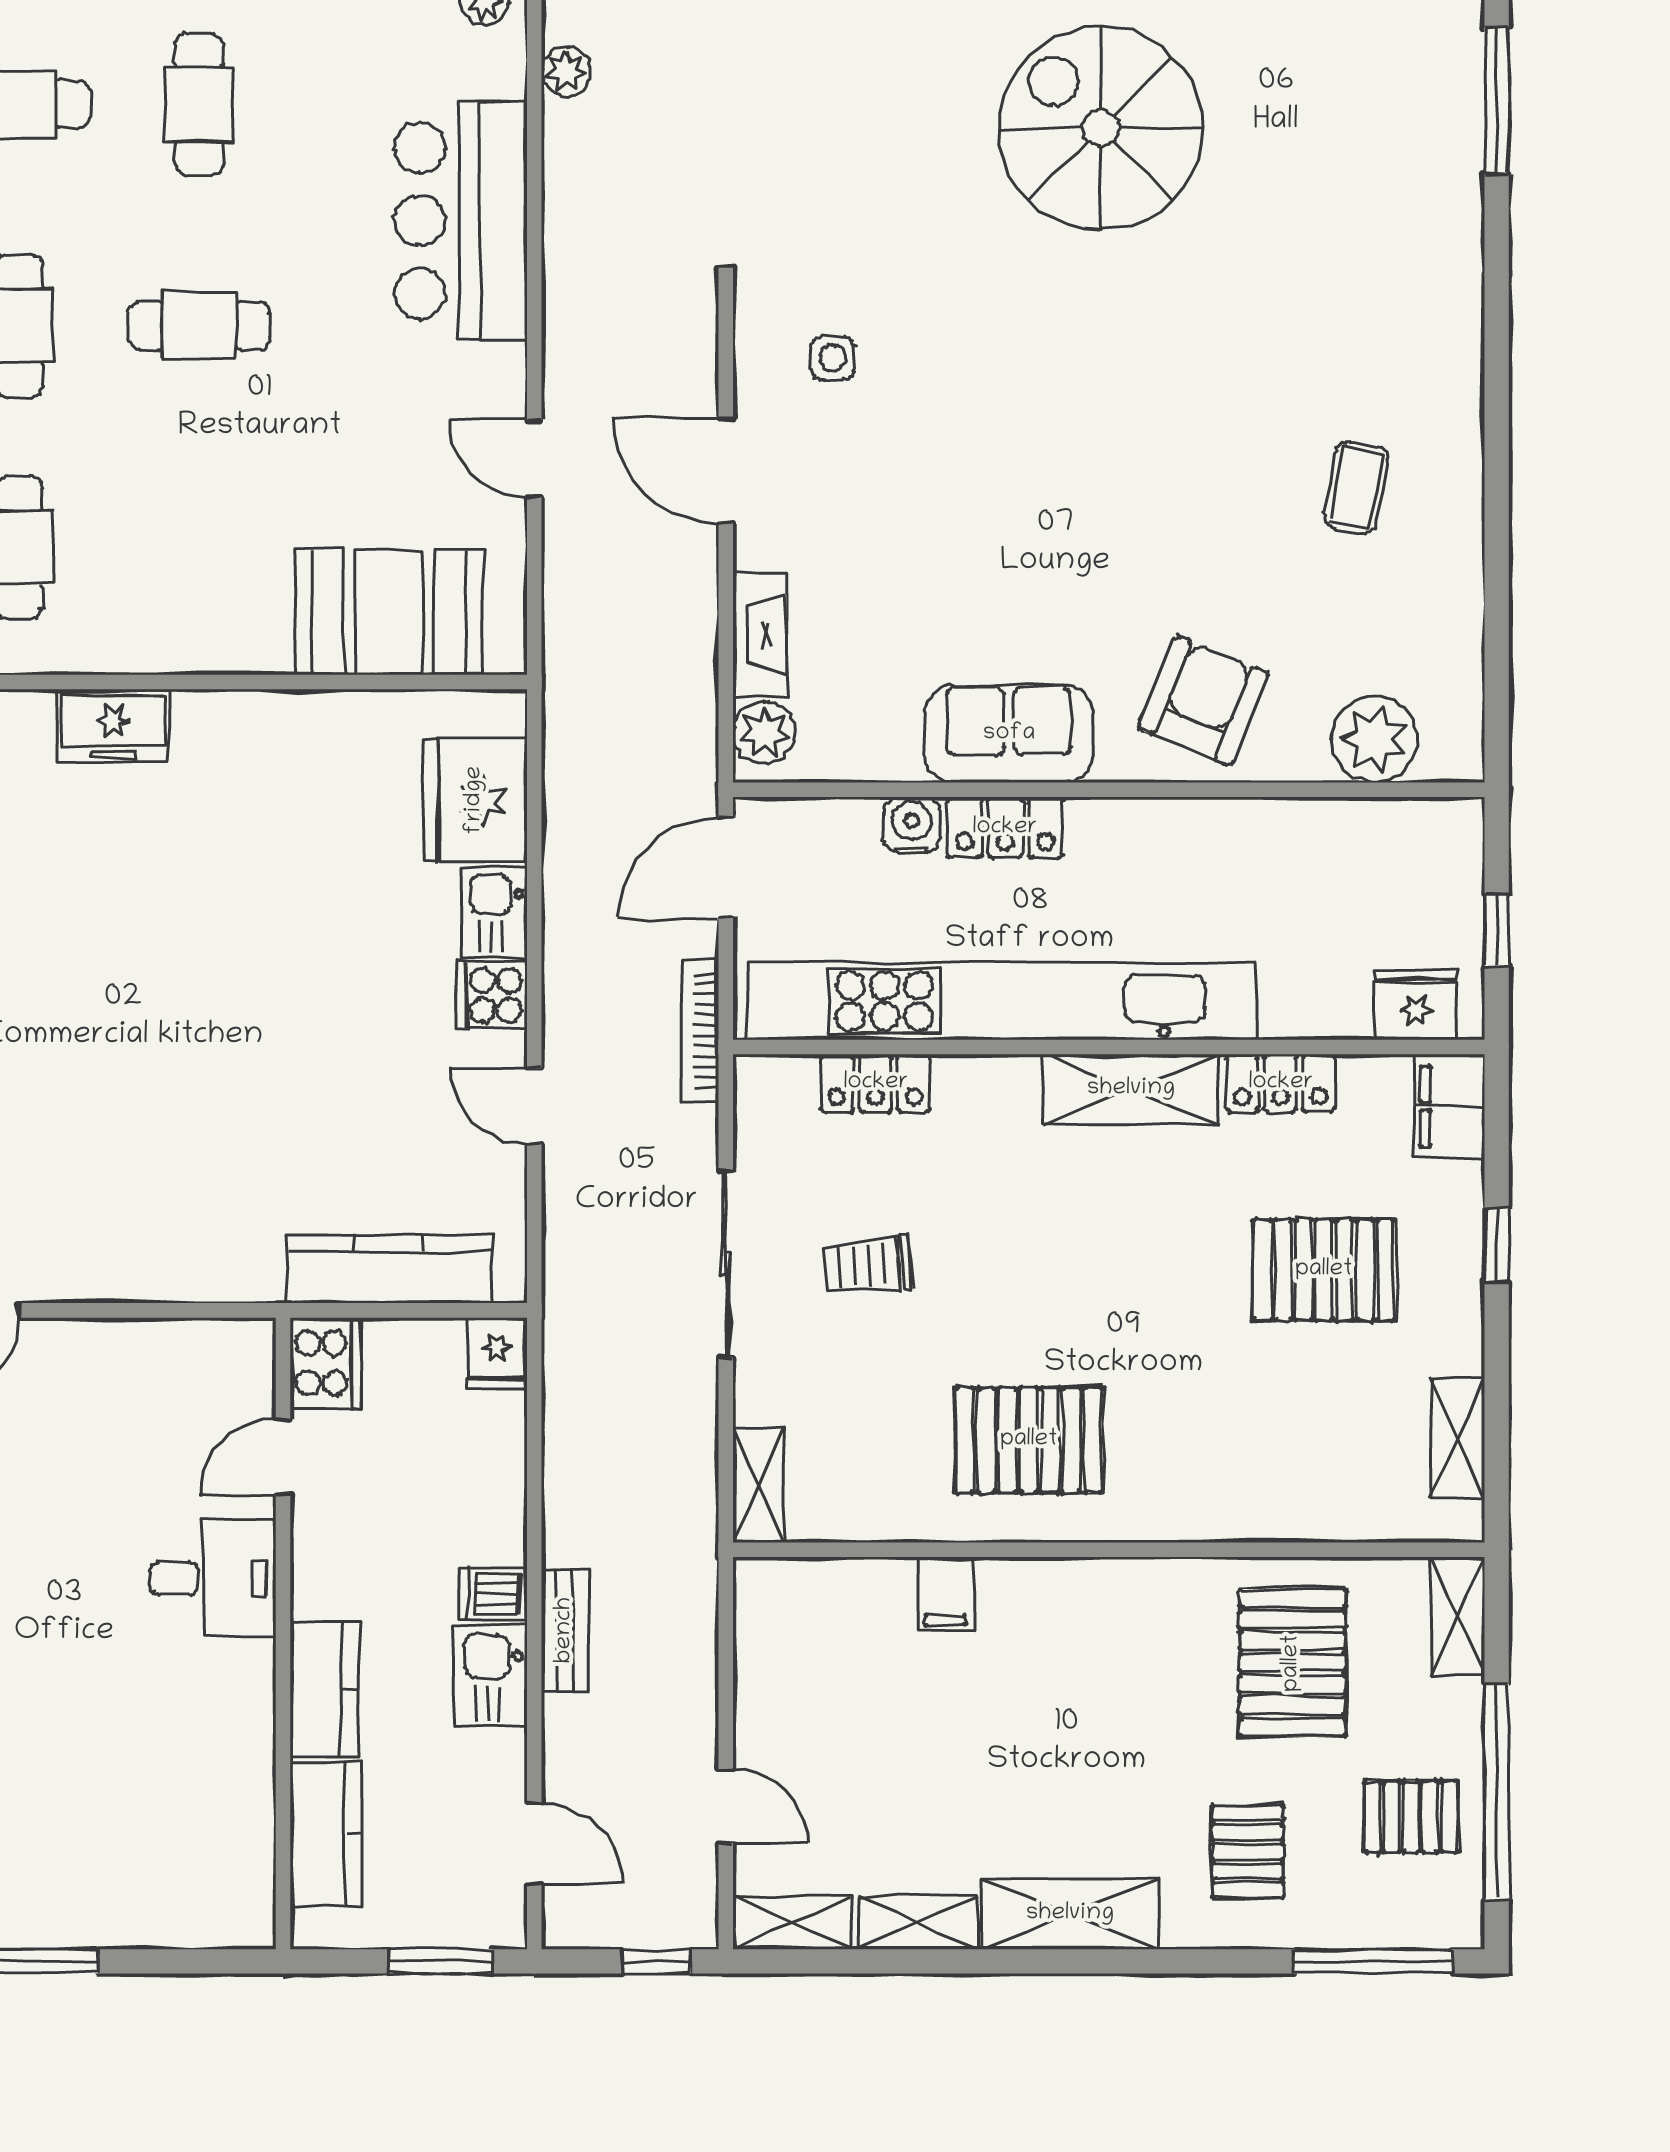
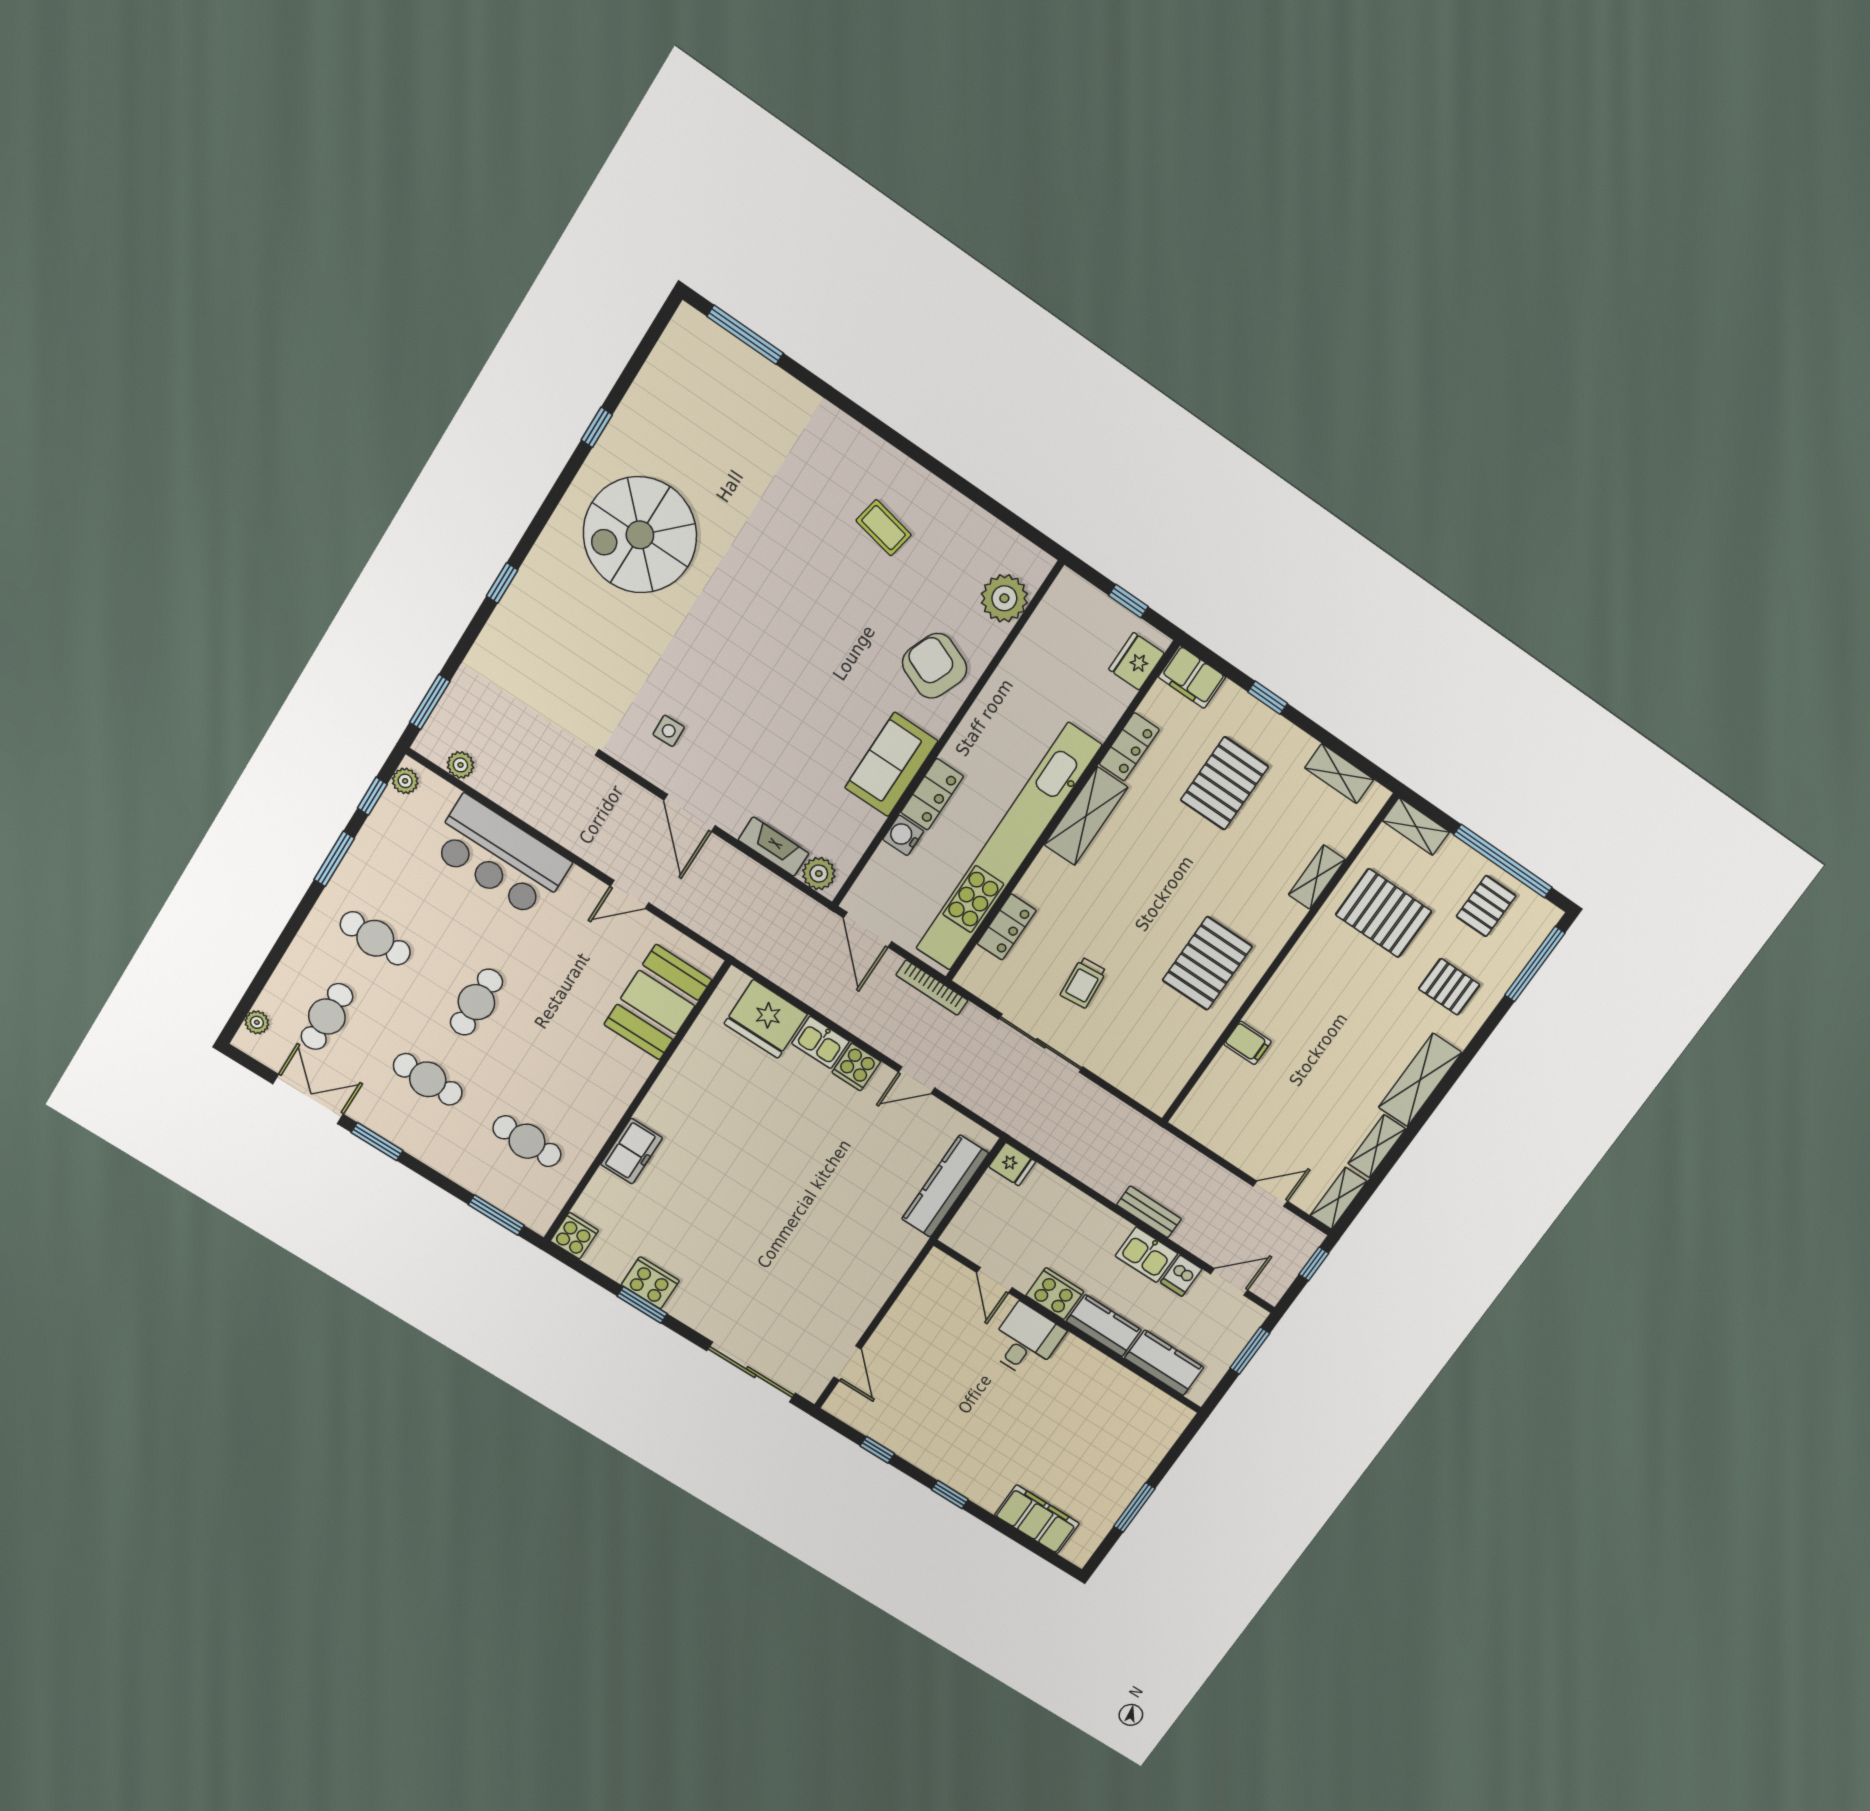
door: (726, 471) -> (690, 813), hinge flipped
cooker: (326, 1363) -> (1055, 1294), moved
shelving: (759, 1486) -> (1317, 877), moved, turned 90
dishwasher: (493, 1594) -> (1181, 1276), moved

